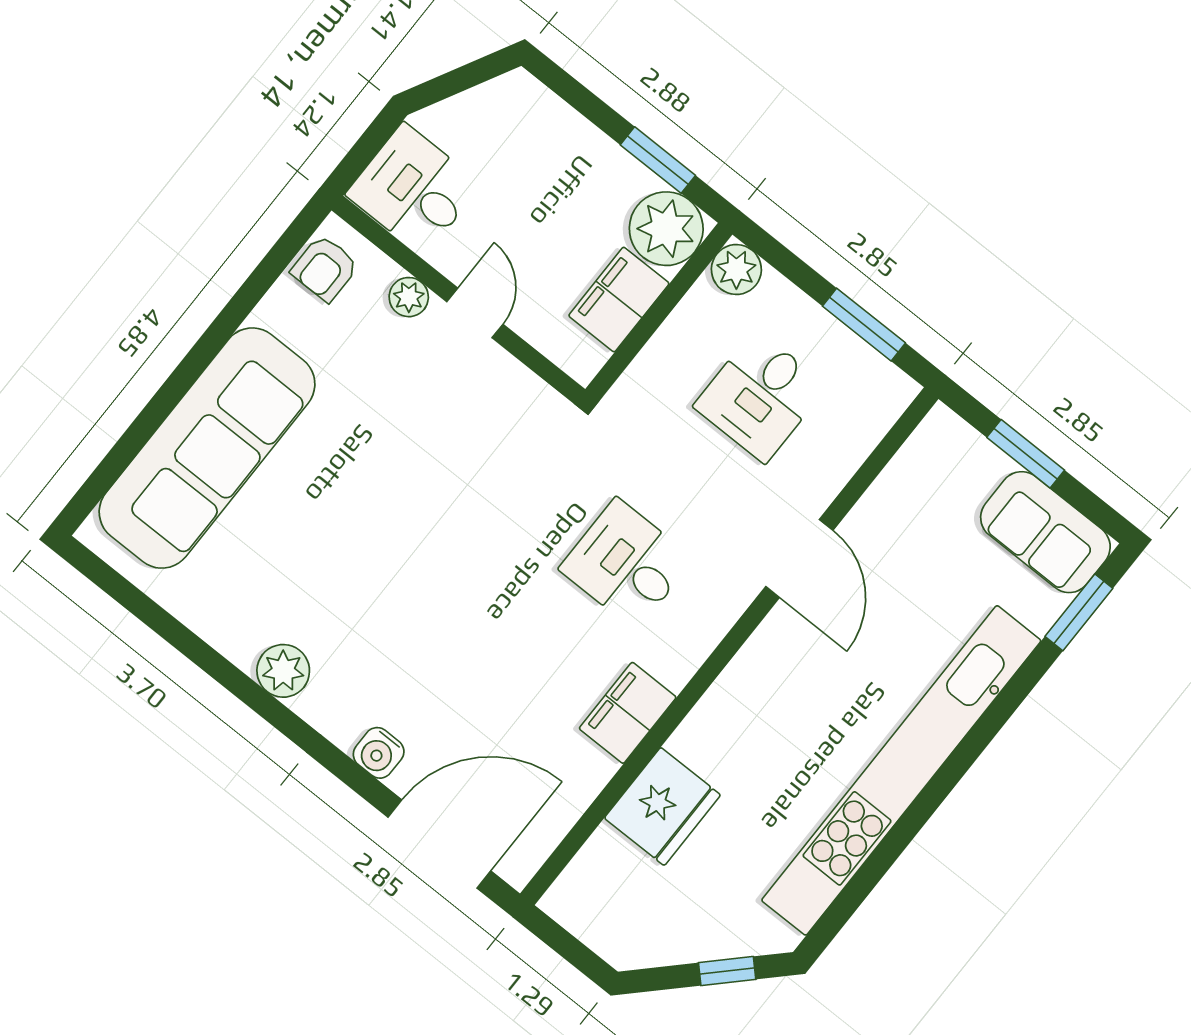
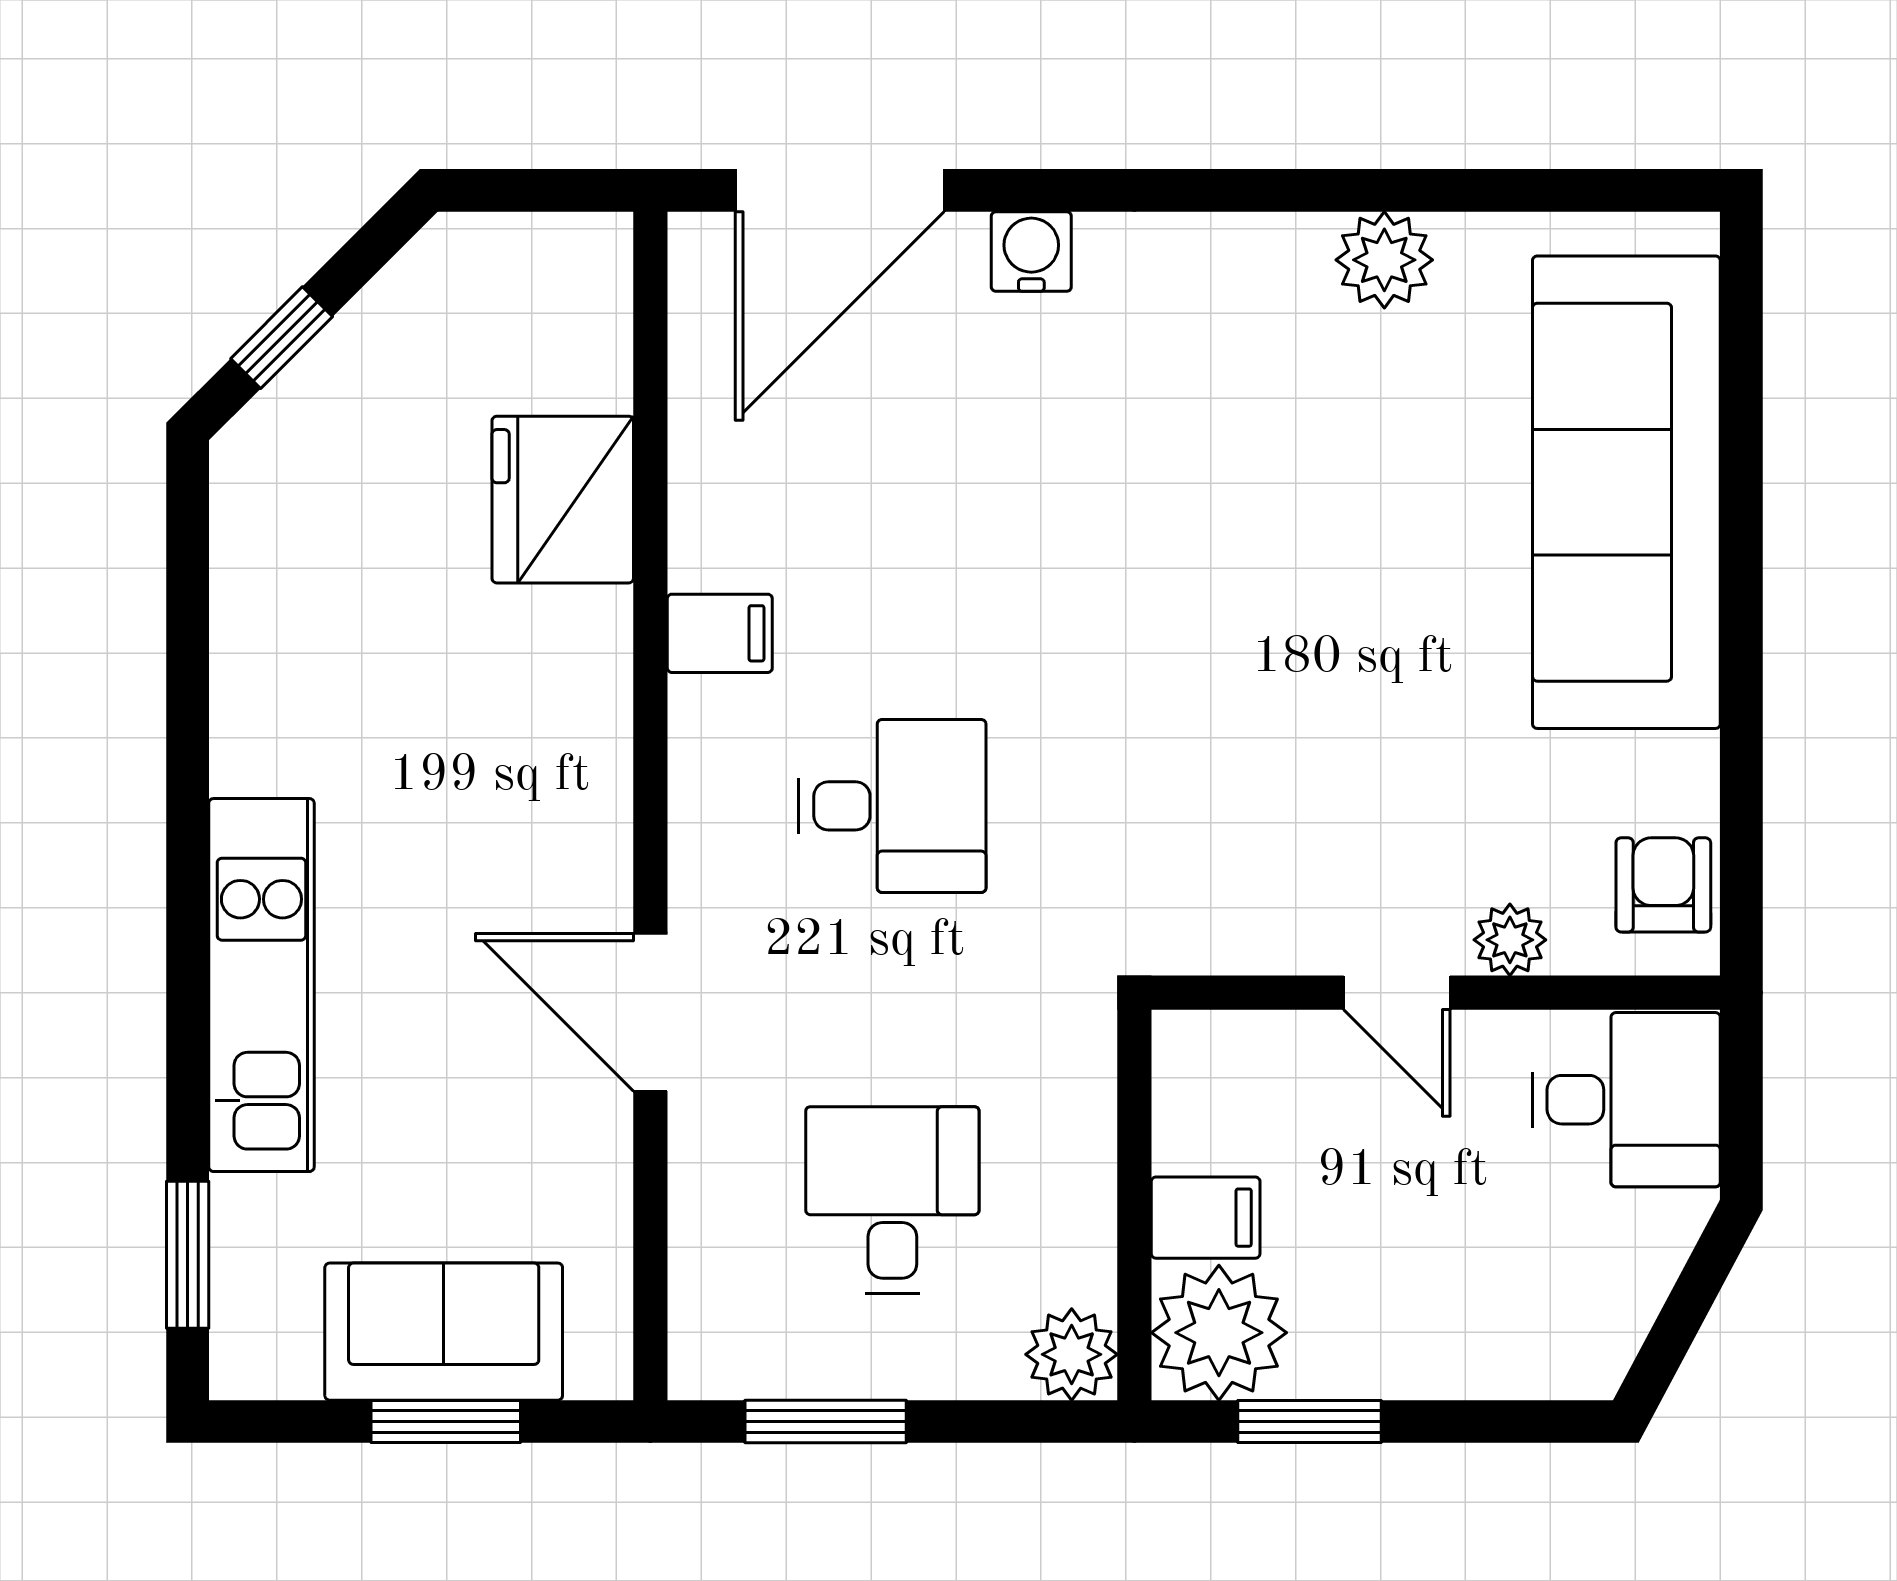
filing cabinet: (619, 300) -> (1206, 1218), width x0.50
sofa: (1045, 532) -> (444, 1332), moved
plant: (283, 671) -> (1384, 260), moved
filing cabinet: (628, 713) -> (720, 633), width x0.50
kitchen unit: (901, 770) -> (261, 985), width x0.54

